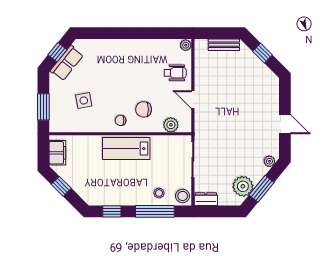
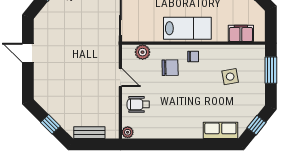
row of seats: (67, 63) -> (220, 130), moved, turned 51
filing cabinet: (57, 153) -> (241, 33), moved, turned 90
plant: (269, 161) -> (43, 16), removed

